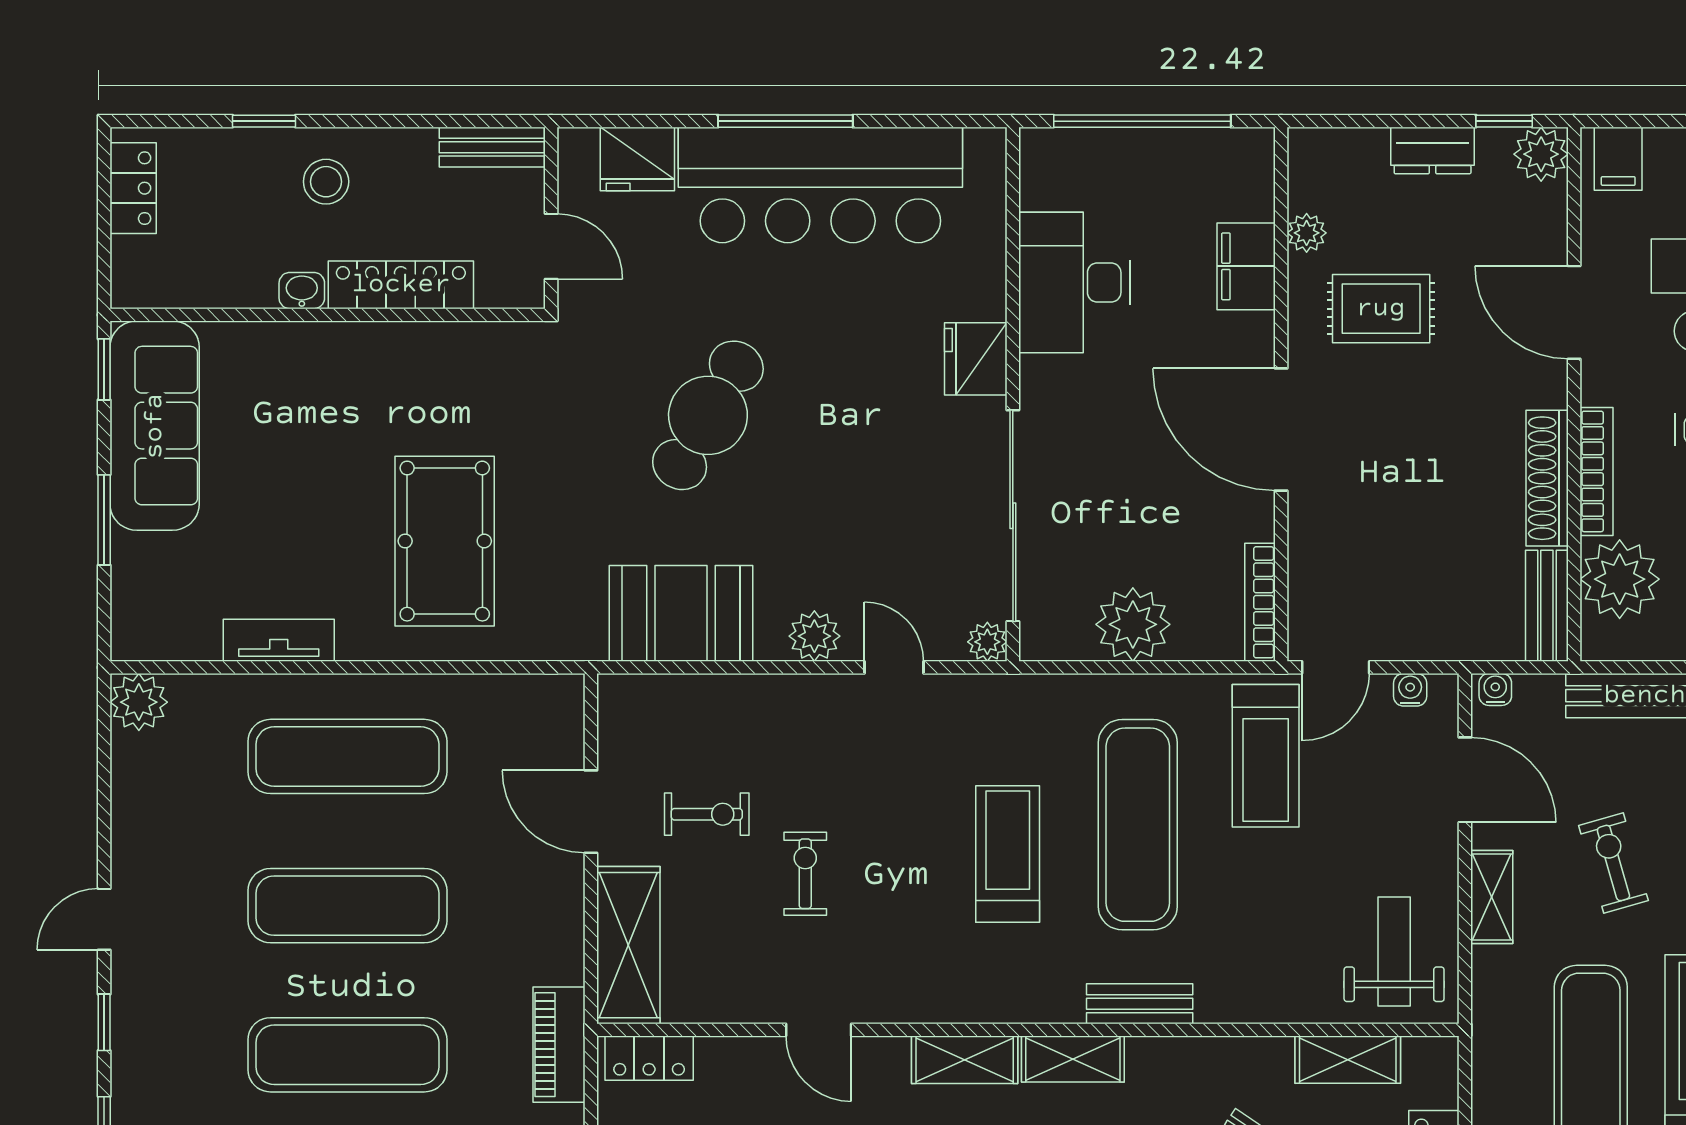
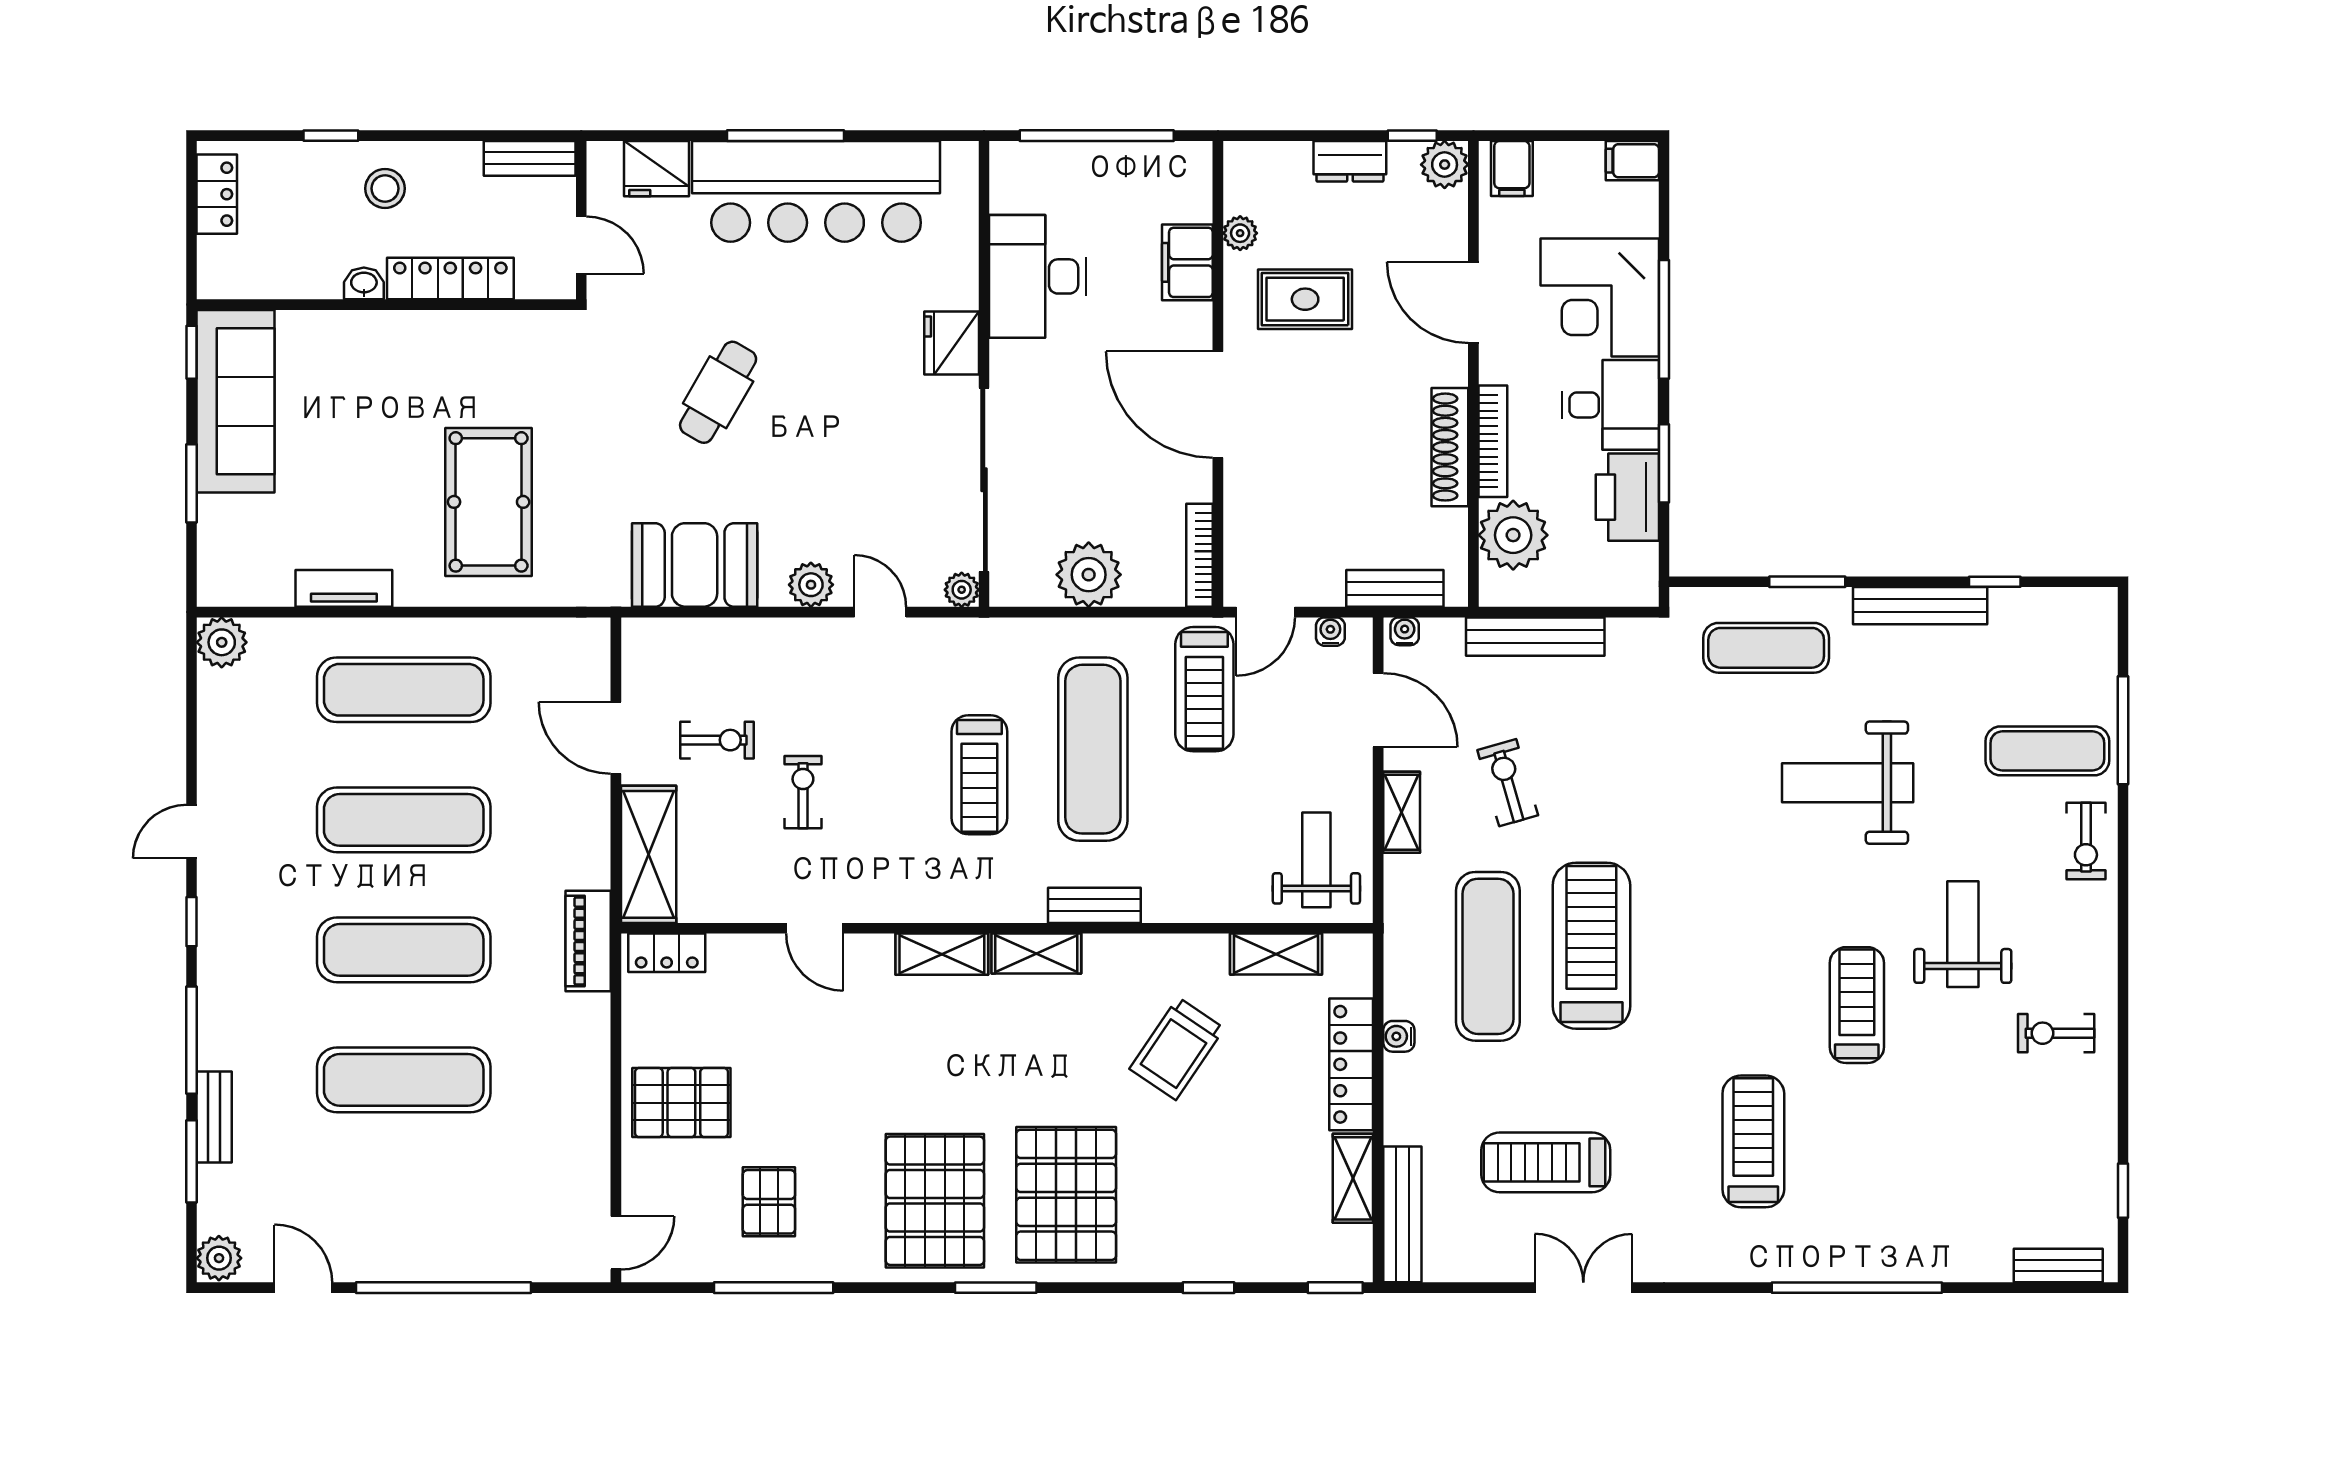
cafe table: (708, 415) -> (718, 392), width x0.73, depth x0.74
bench: (1547, 606) -> (1395, 588), moved, turned 90
treadmill: (1008, 854) -> (979, 775), turned 180

